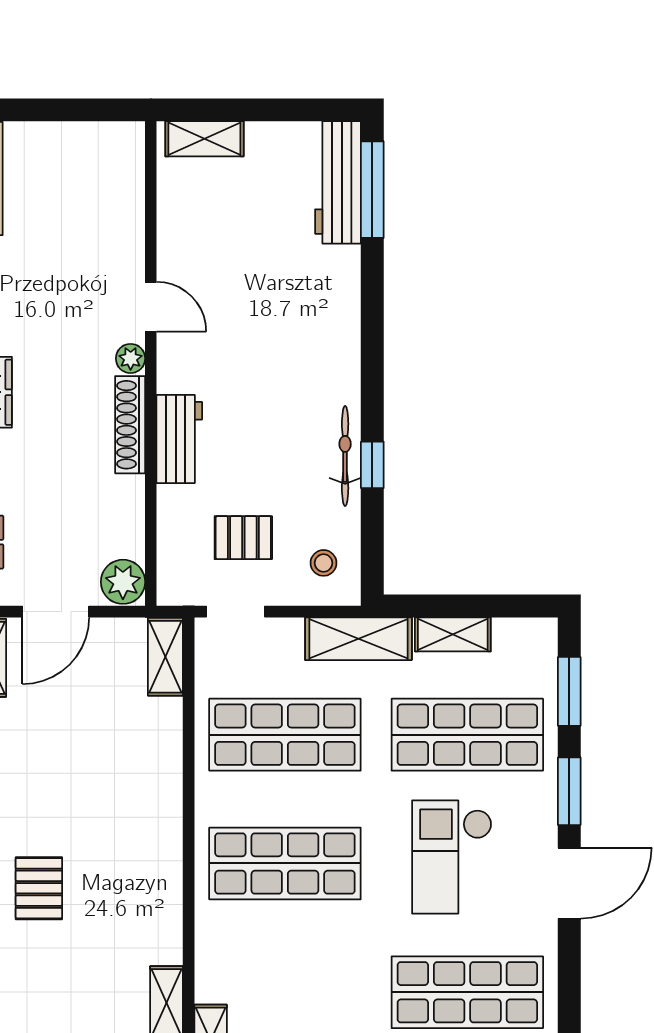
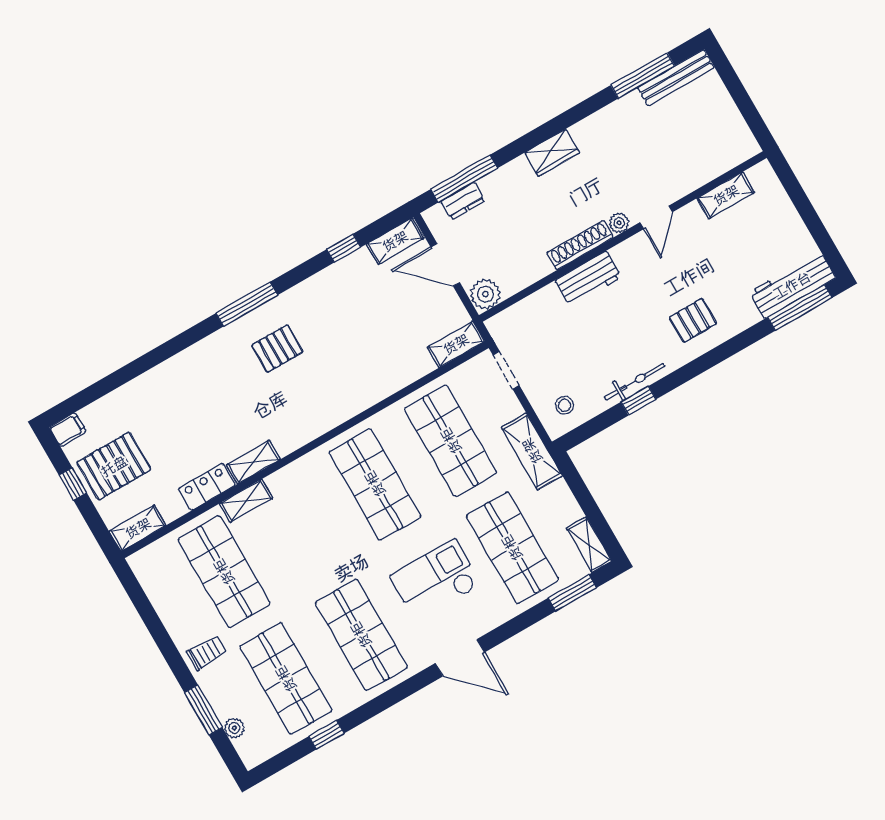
shelving: (204, 139) -> (726, 195), moved, turned 90
pallet: (243, 538) -> (693, 320), moved, turned 90
shelving: (453, 634) -> (589, 545), moved
window: (569, 791) -> (514, 627), removed

